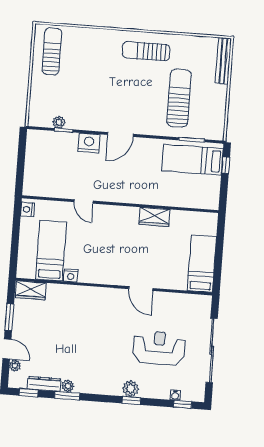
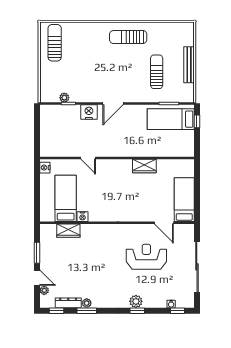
bench: (223, 61) -> (189, 65), moved
sun lounger: (179, 98) -> (157, 72), width x0.73, depth x0.75
door: (141, 289) -> (164, 223), moved
wardrobe: (31, 290) -> (68, 231), moved
reception desk: (159, 348) -> (146, 257), moved

